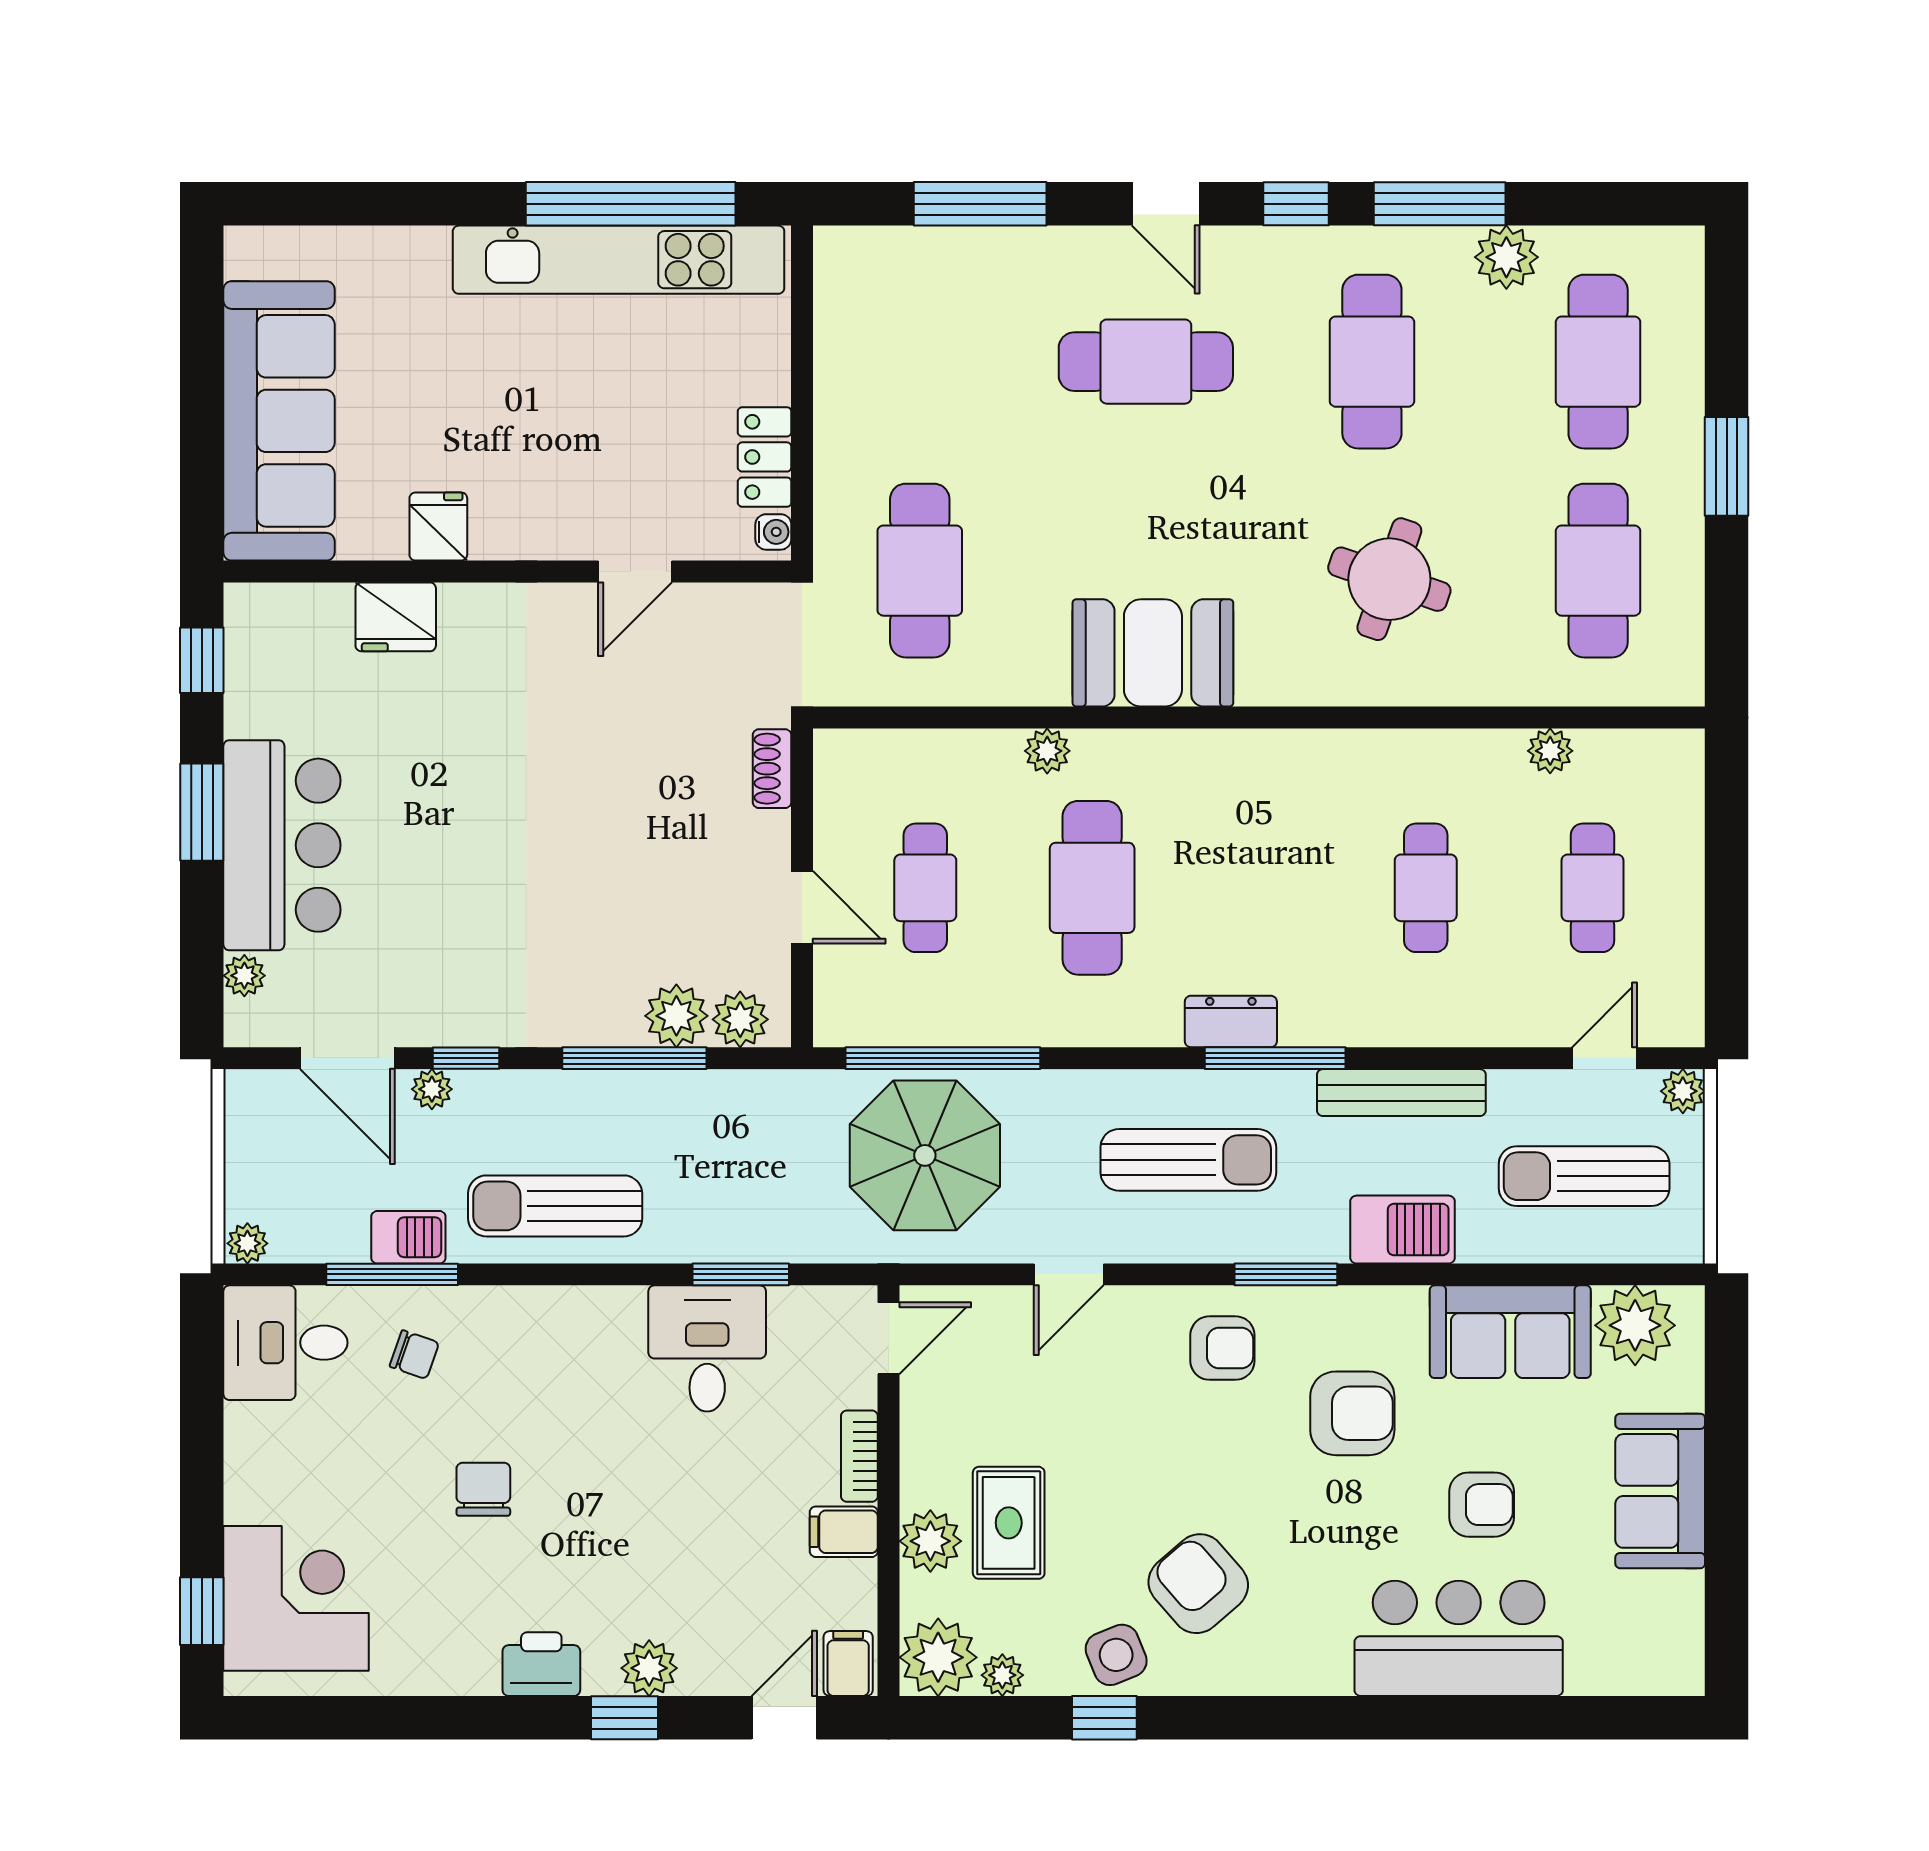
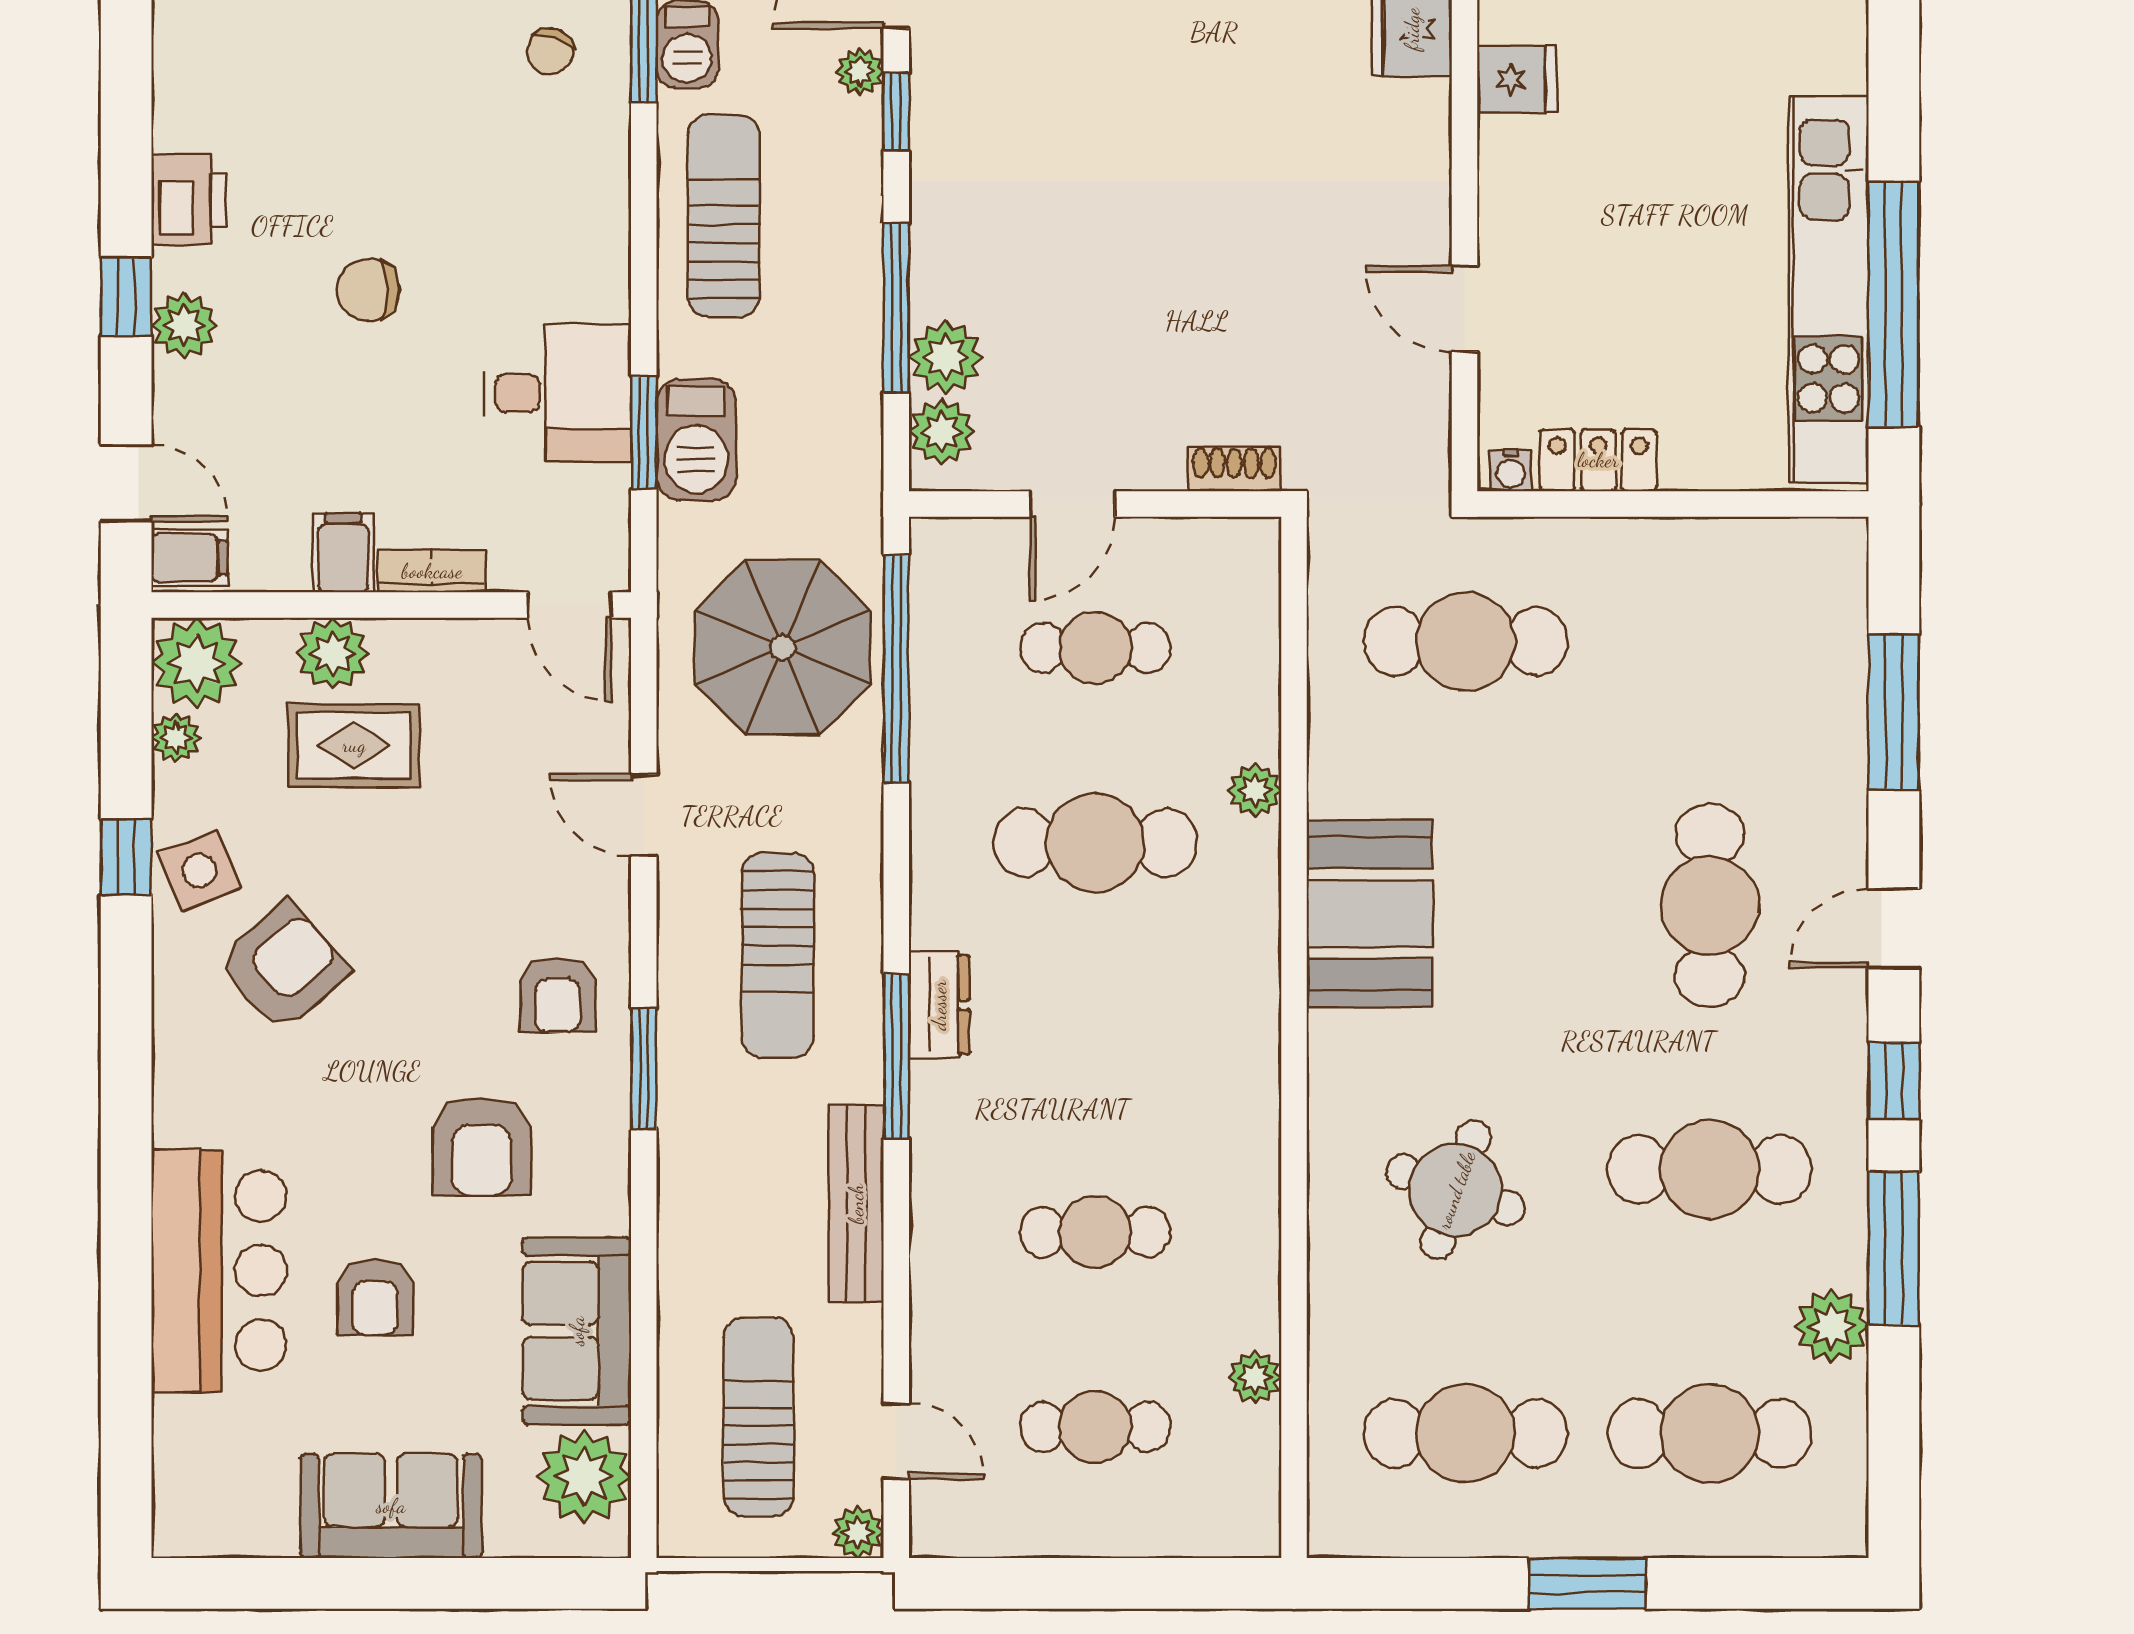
barbecue: (1403, 1230) -> (696, 440), moved
chair: (483, 1489) -> (368, 290), moved, turned 180

